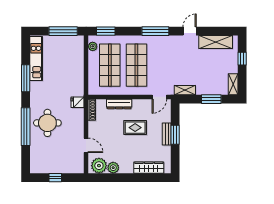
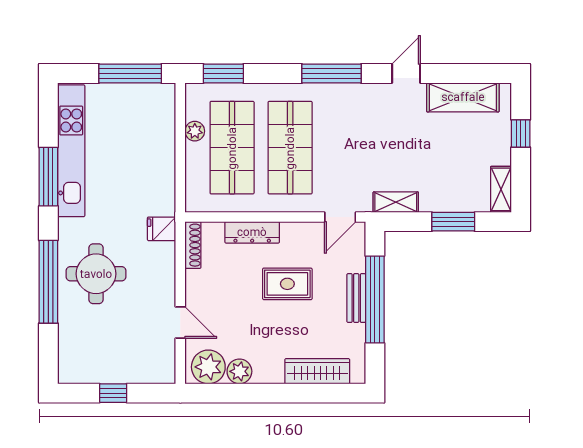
plant: (93, 46) -> (195, 131), moved
kitchen unit: (36, 58) -> (71, 151), width x1.36
window: (175, 135) -> (375, 299), width x2.11

